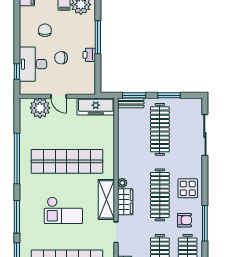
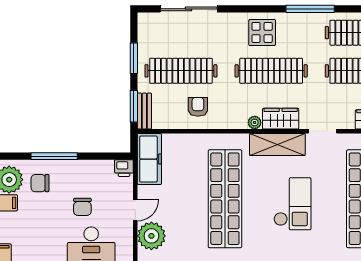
chair: (45, 30) -> (40, 183), moved
printer: (89, 55) -> (124, 168), moved
armchair: (184, 220) -> (198, 107), moved

